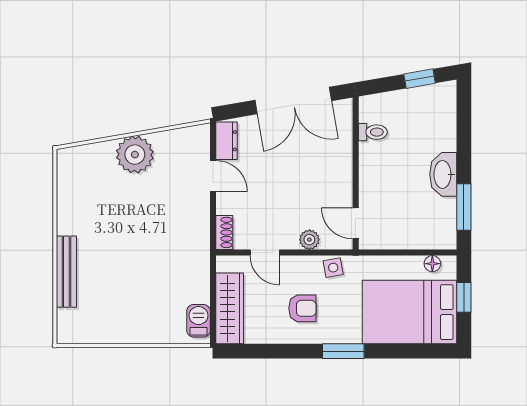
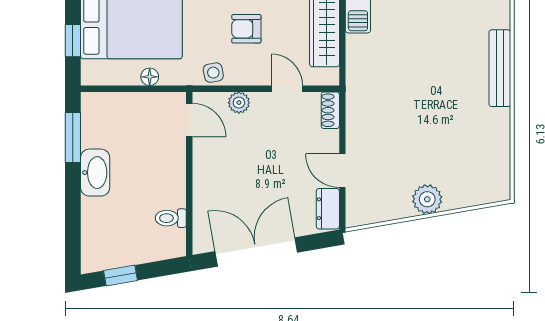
plant: (135, 155) -> (427, 199), width x0.73, depth x0.73
floor lamp: (432, 264) -> (150, 77), moved

